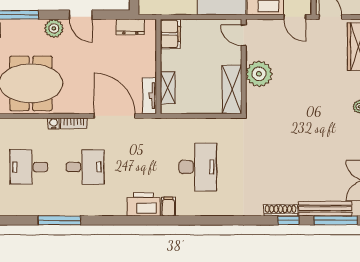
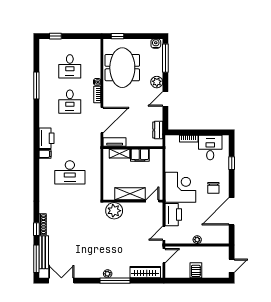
filing cabinet: (170, 34) -> (140, 155), moved
plant: (259, 74) -> (114, 211), moved
shelving: (232, 90) -> (130, 194), moved
desk: (29, 167) -> (70, 66), turned 180

